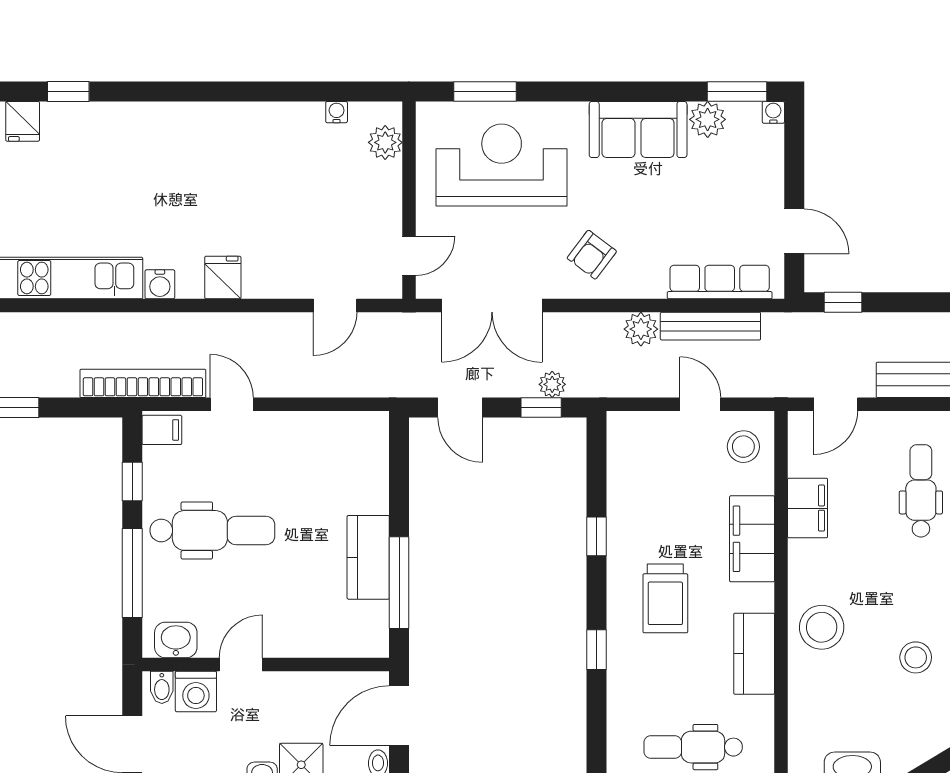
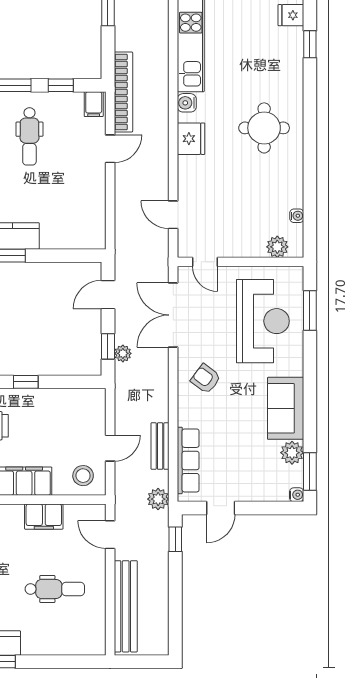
round table: (199, 163) -> (264, 128), added
fridge: (223, 277) -> (191, 139), width x1.38
bench: (710, 326) -> (160, 446), width x0.73
plant: (641, 329) -> (158, 499), moved
dental chair: (212, 530) -> (29, 136), width x0.73, depth x0.72

